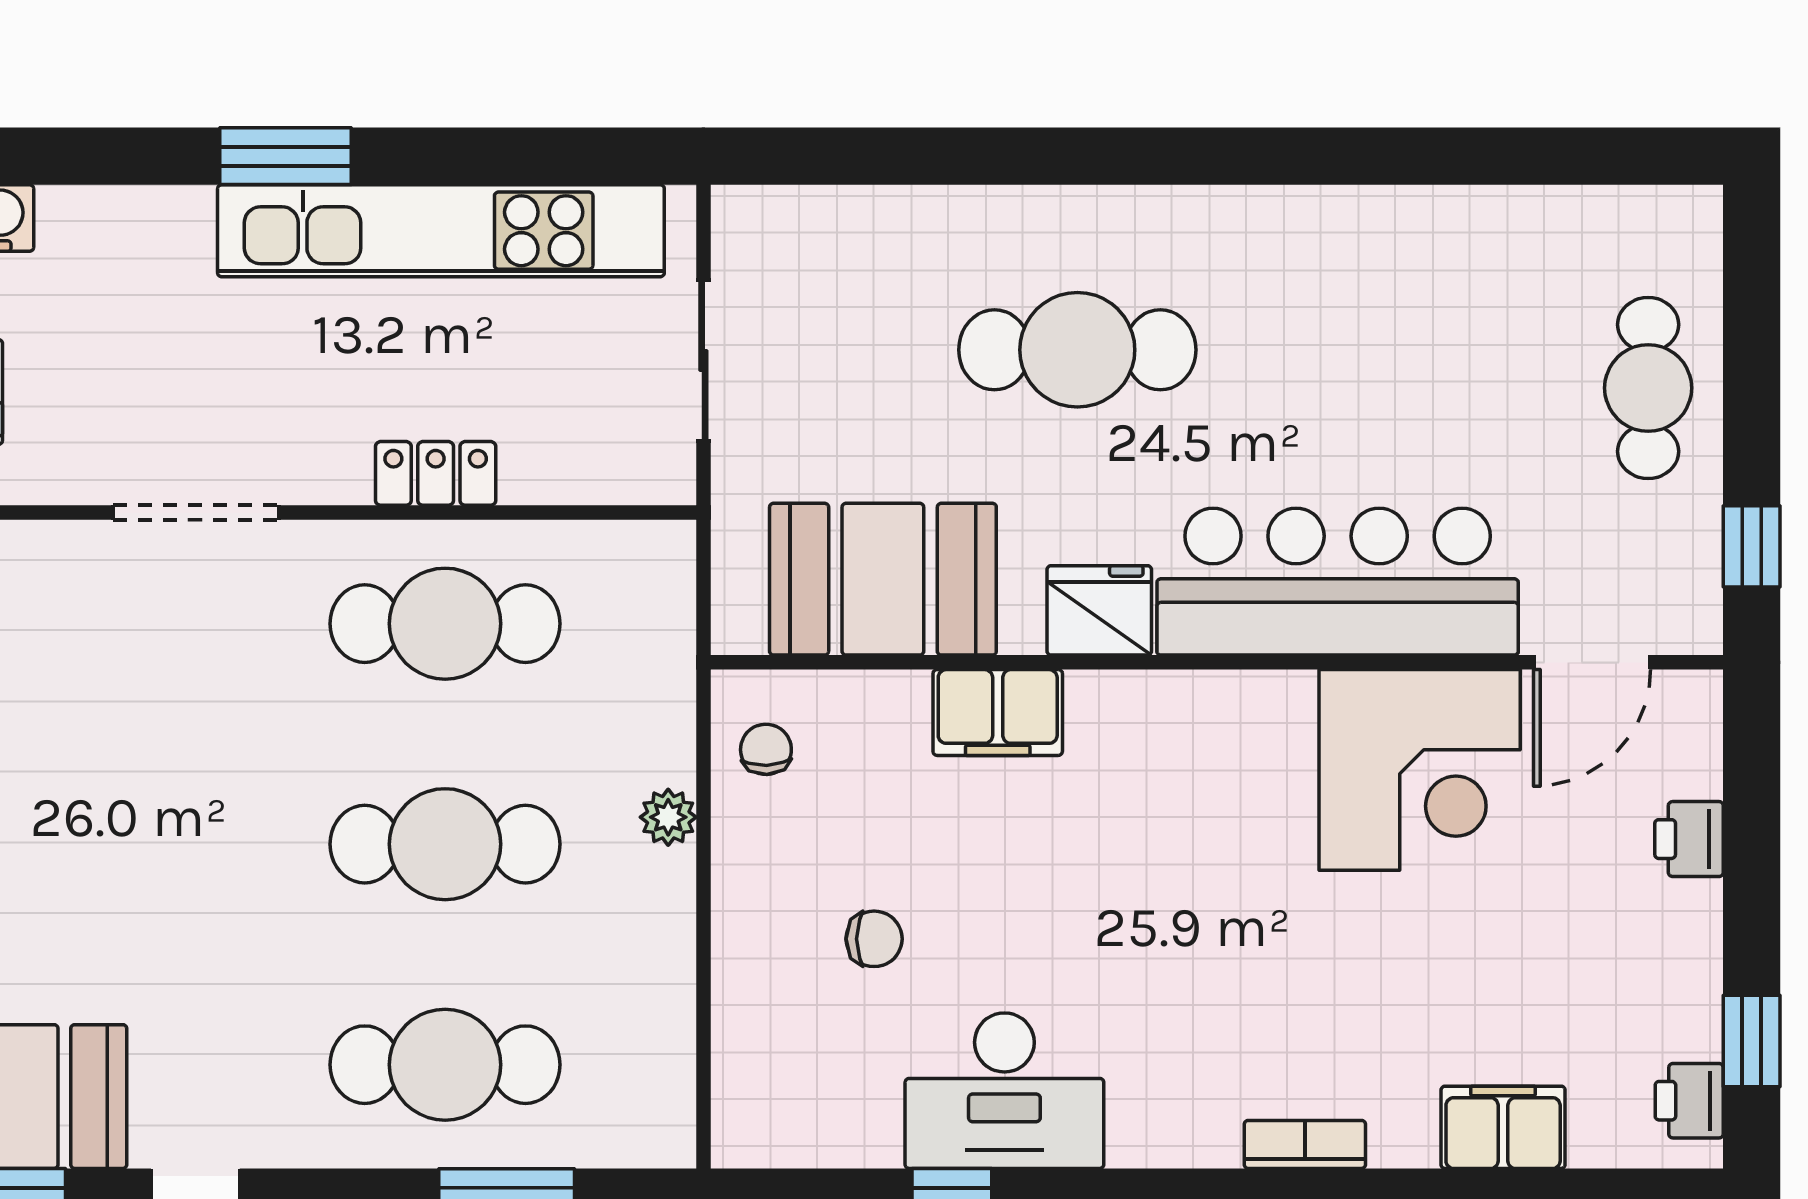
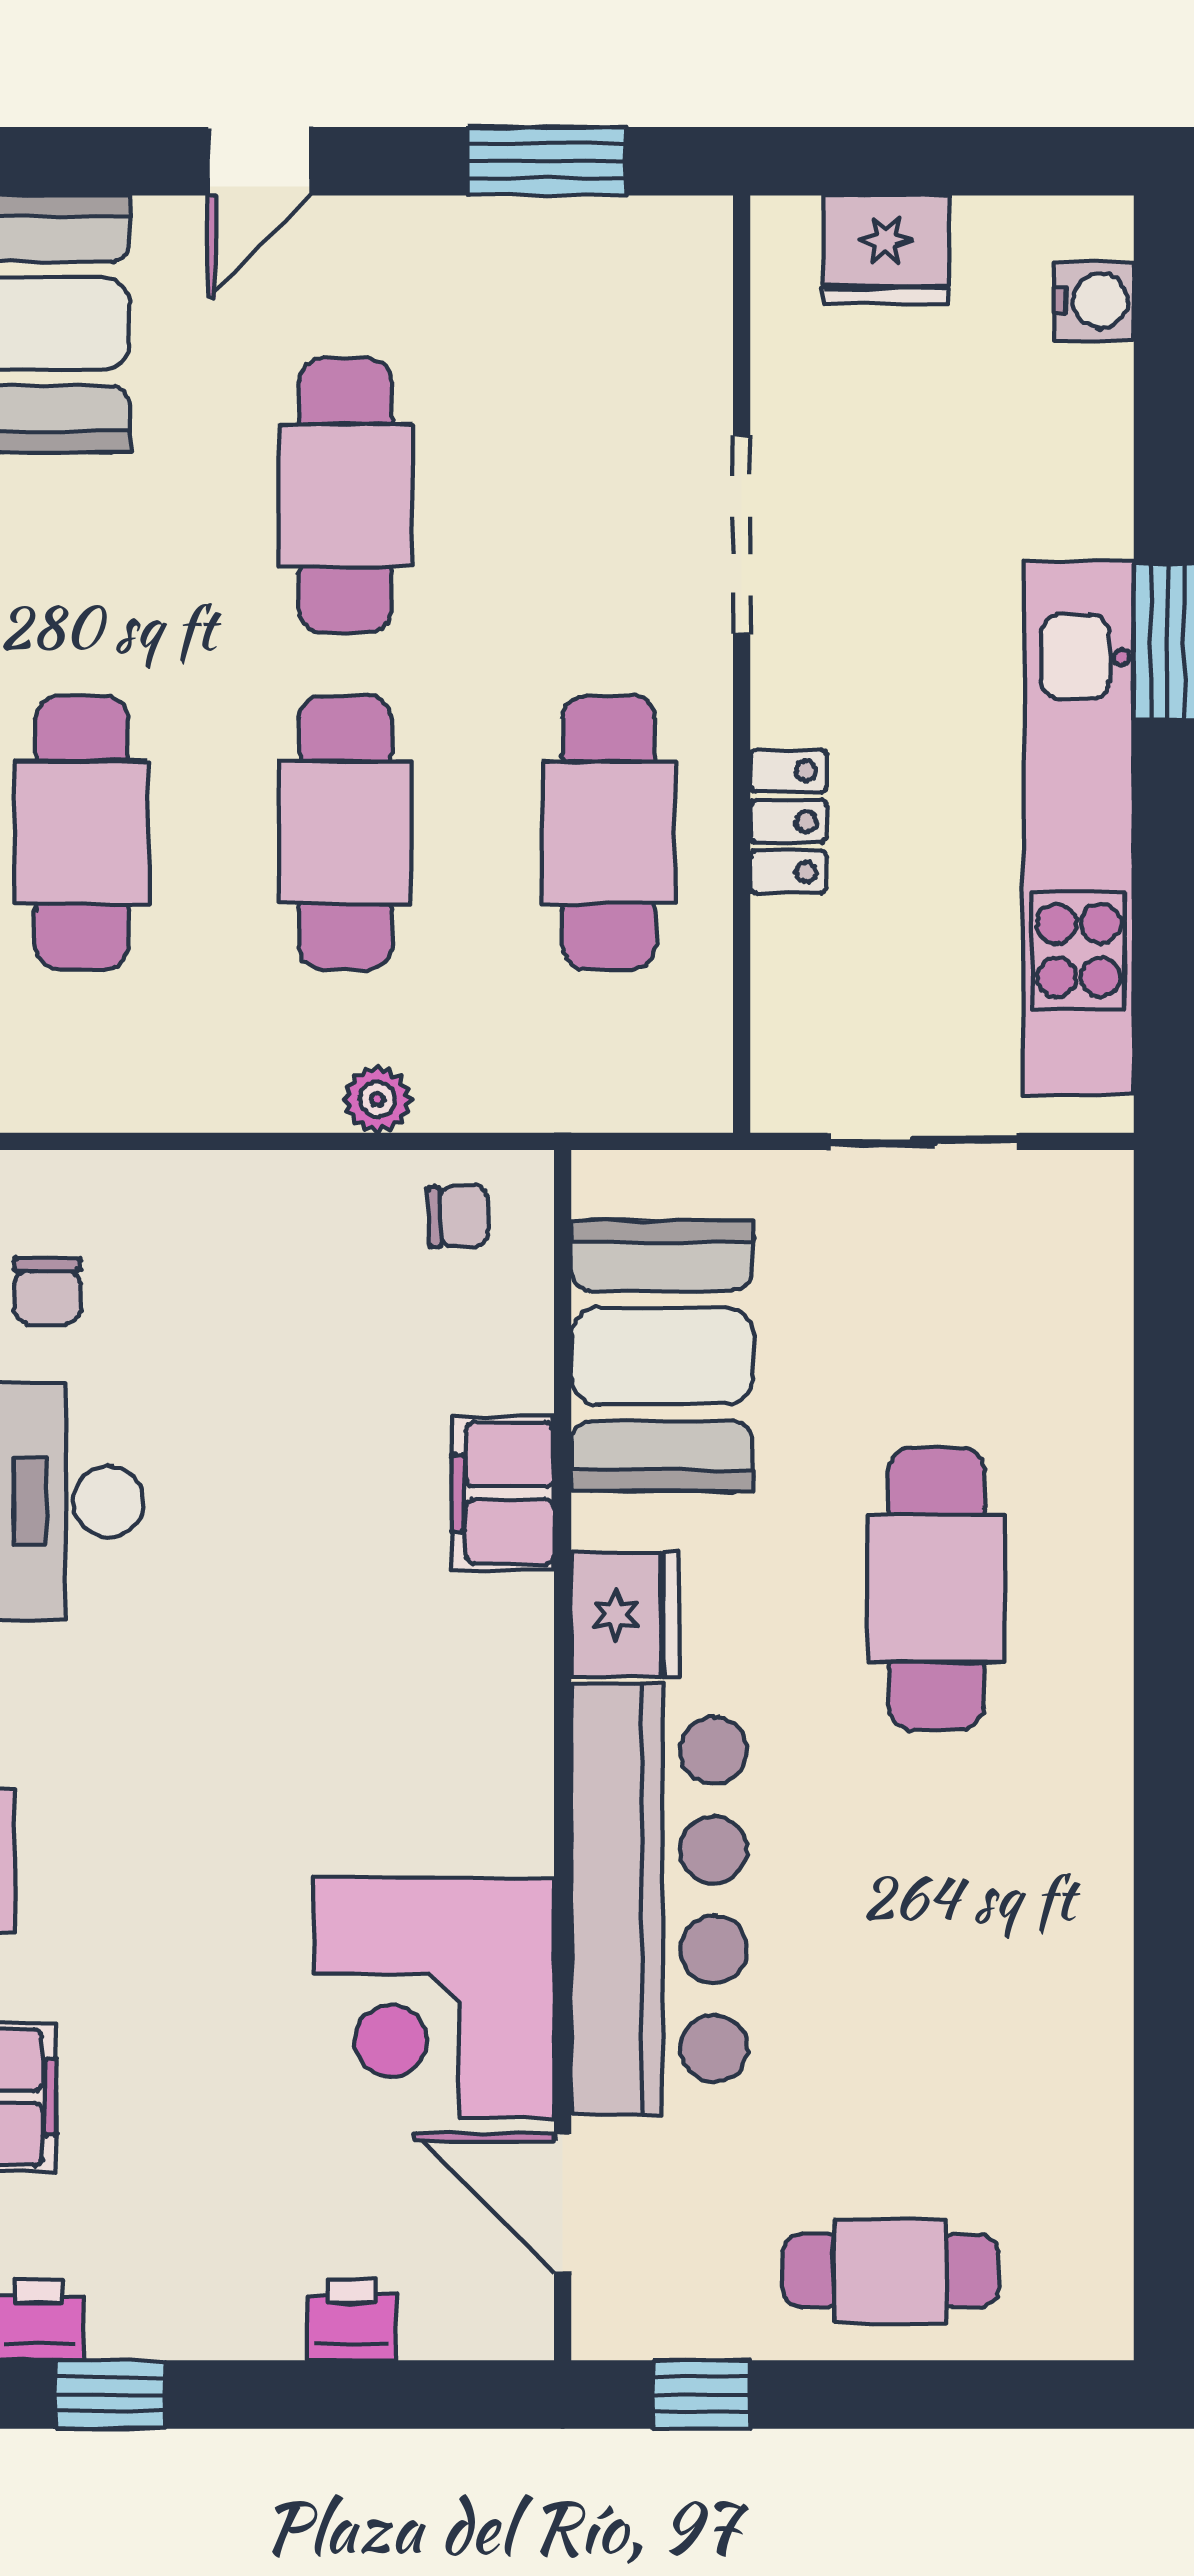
cafe table: (163, 844) -> (345, 496), added
chair: (874, 939) -> (47, 1291), moved

